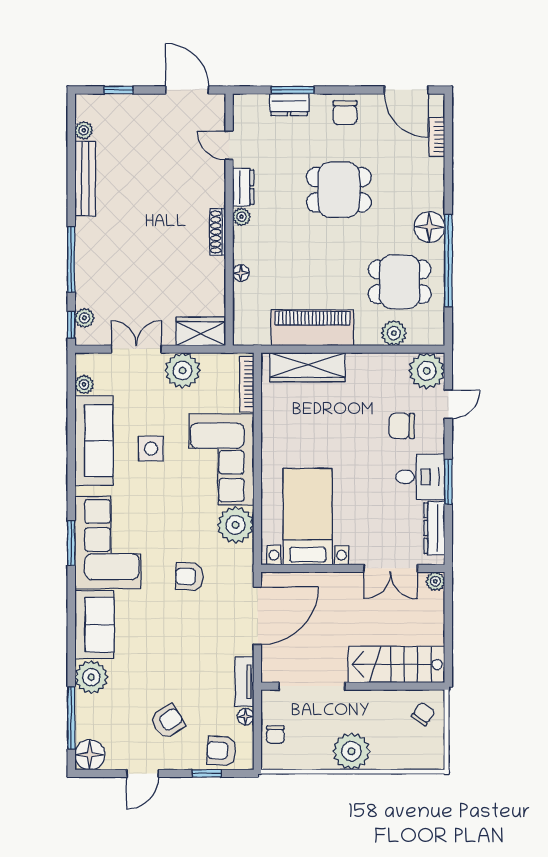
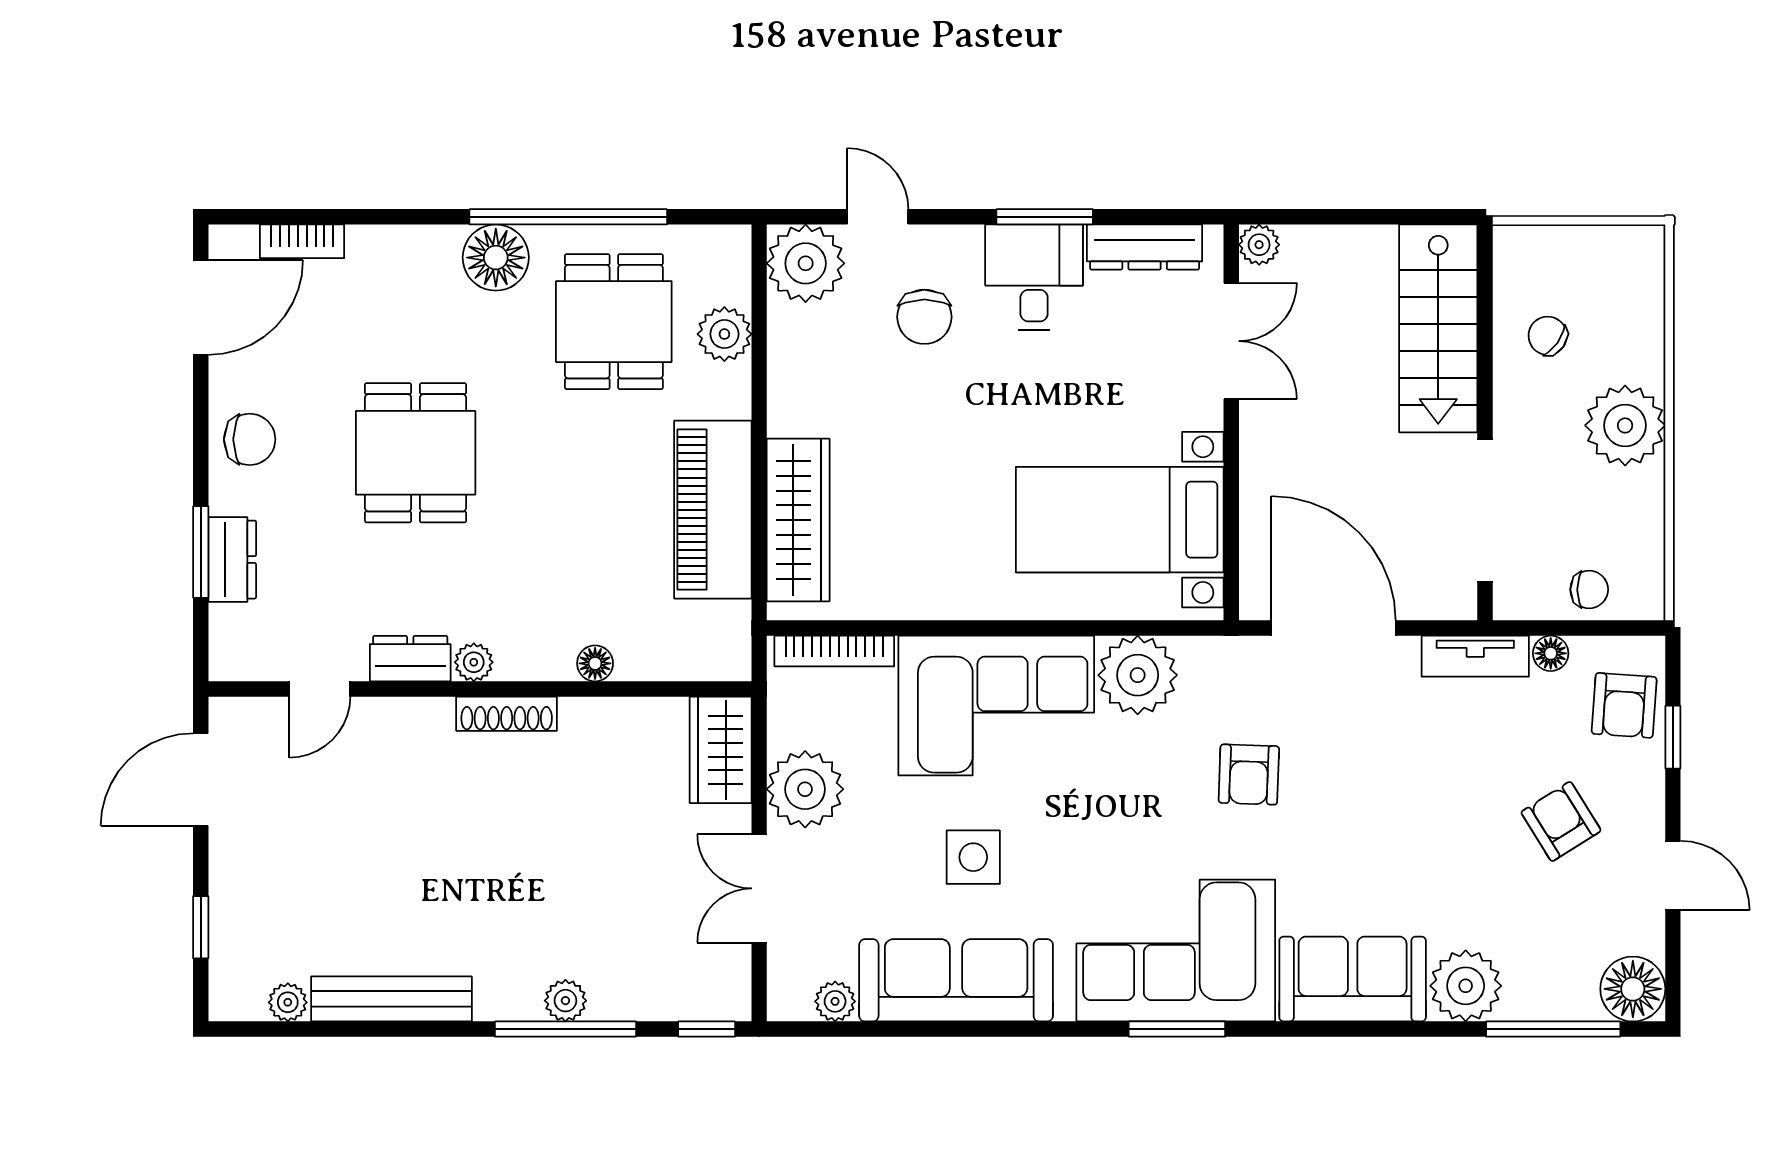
plant: (84, 318) -> (565, 1001), moved
chair: (423, 714) -> (1548, 336), moved

